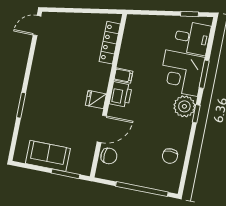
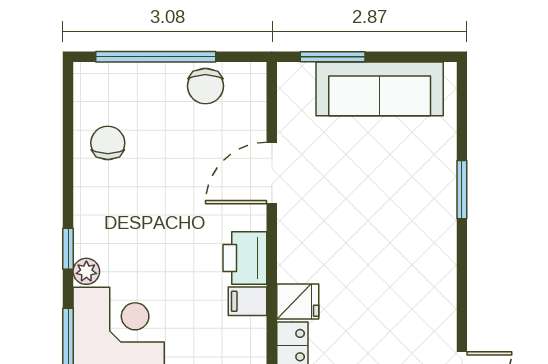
fridge: (96, 100) -> (298, 302), moved
plant: (184, 106) -> (86, 271), width x0.53, depth x0.53
sofa: (48, 156) -> (380, 89), width x1.36
chair: (109, 156) -> (205, 86), moved, turned -94

